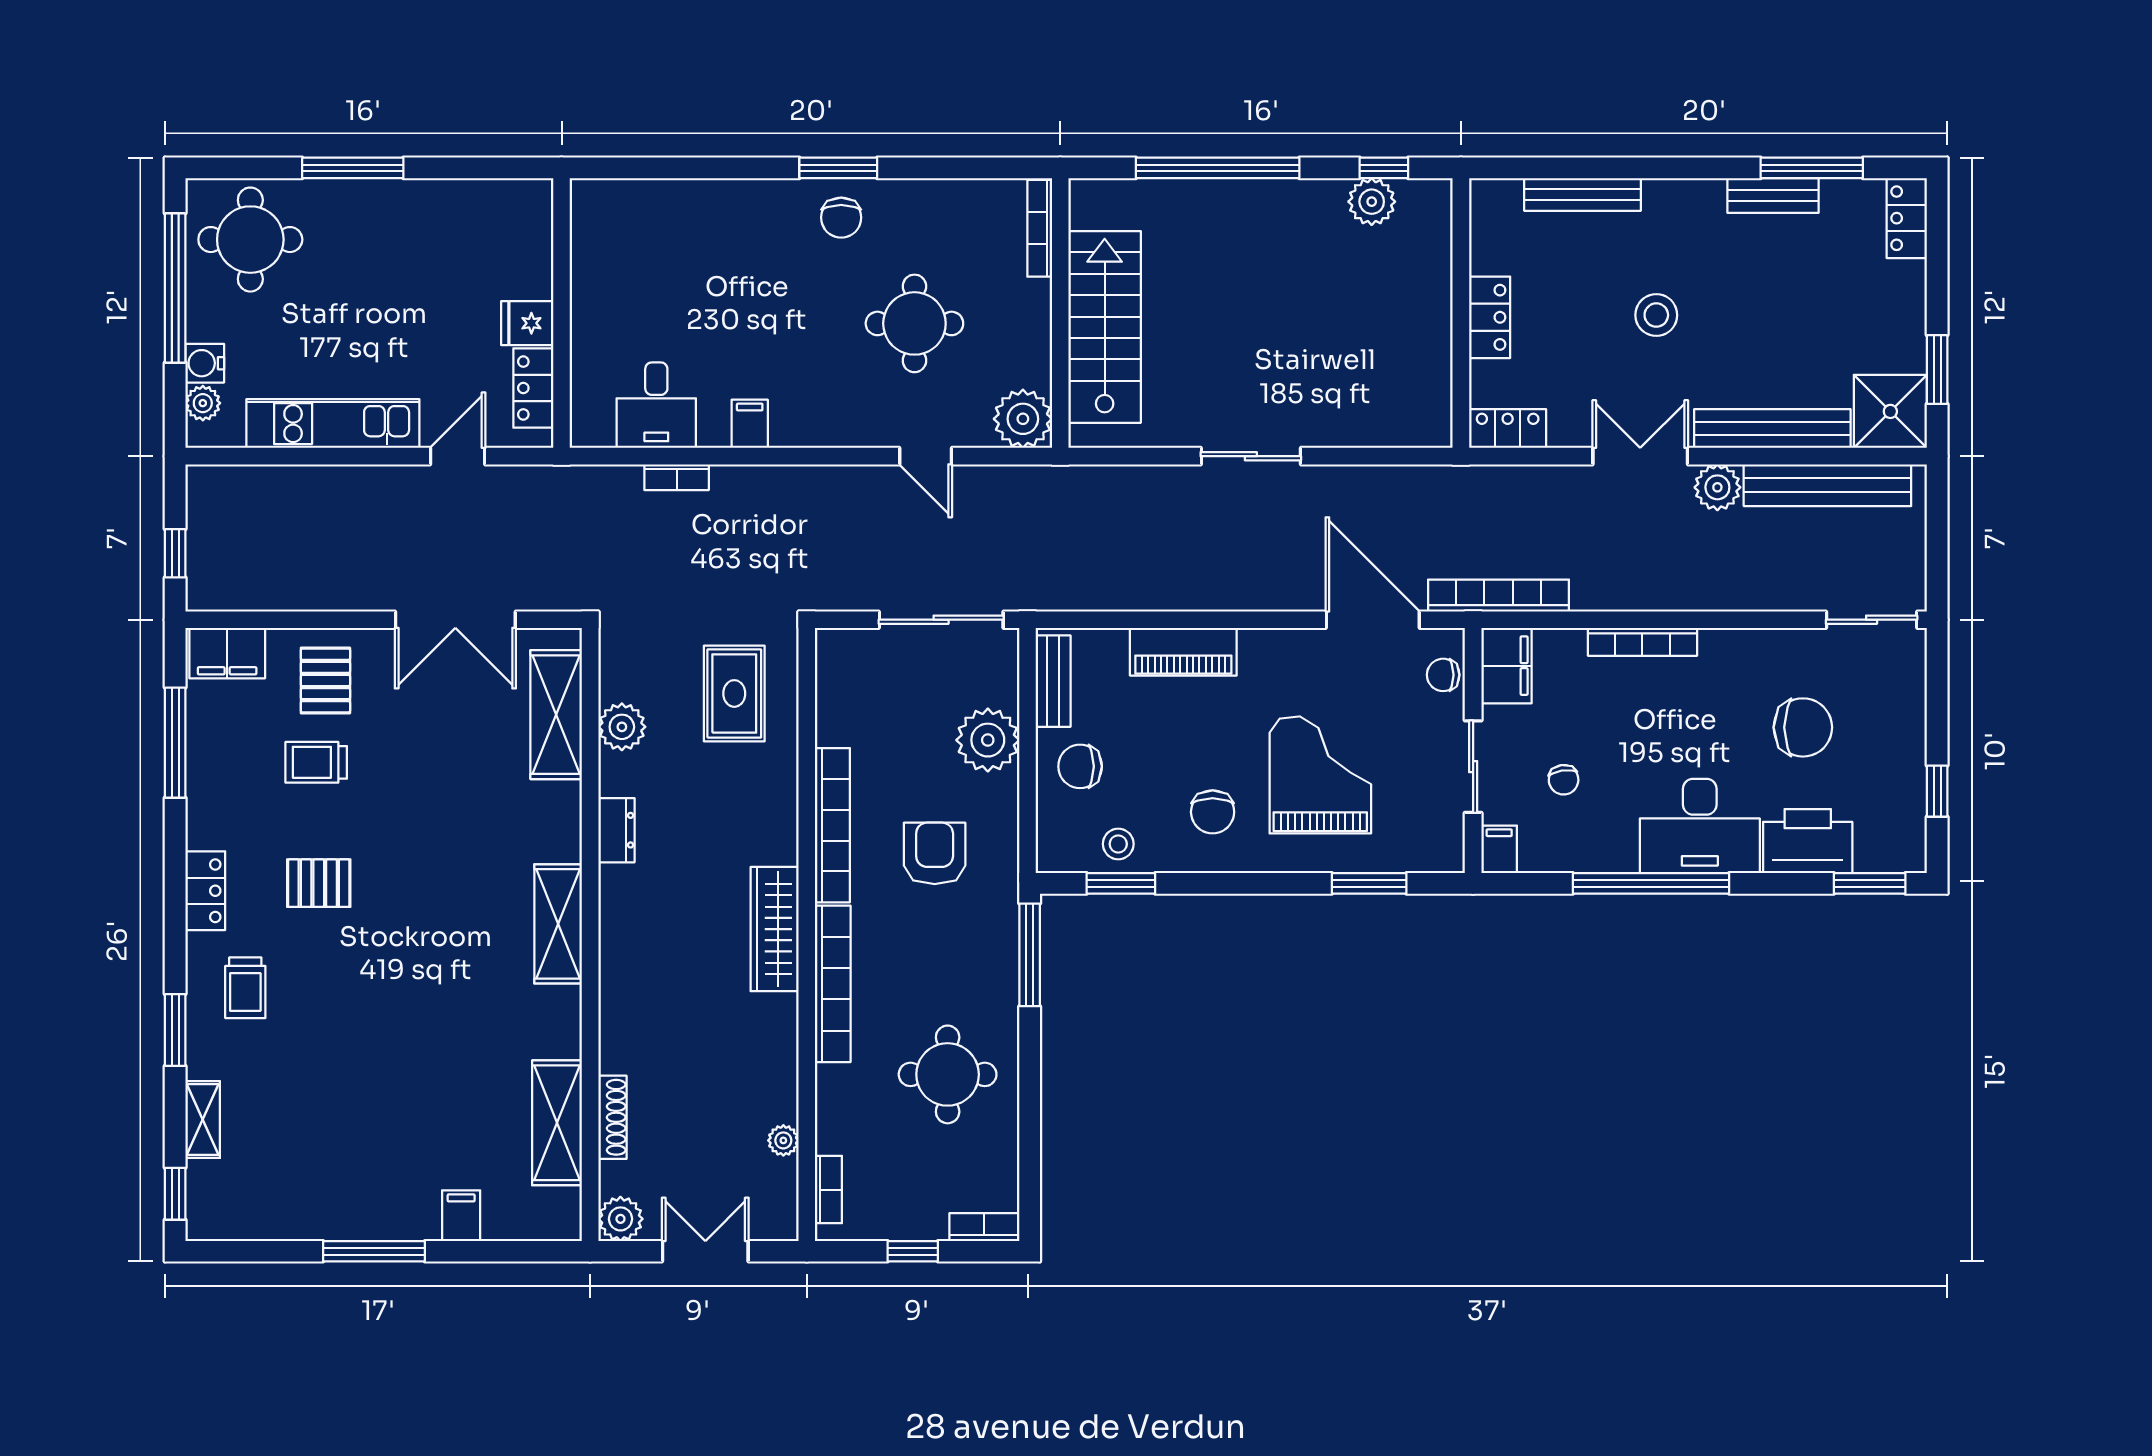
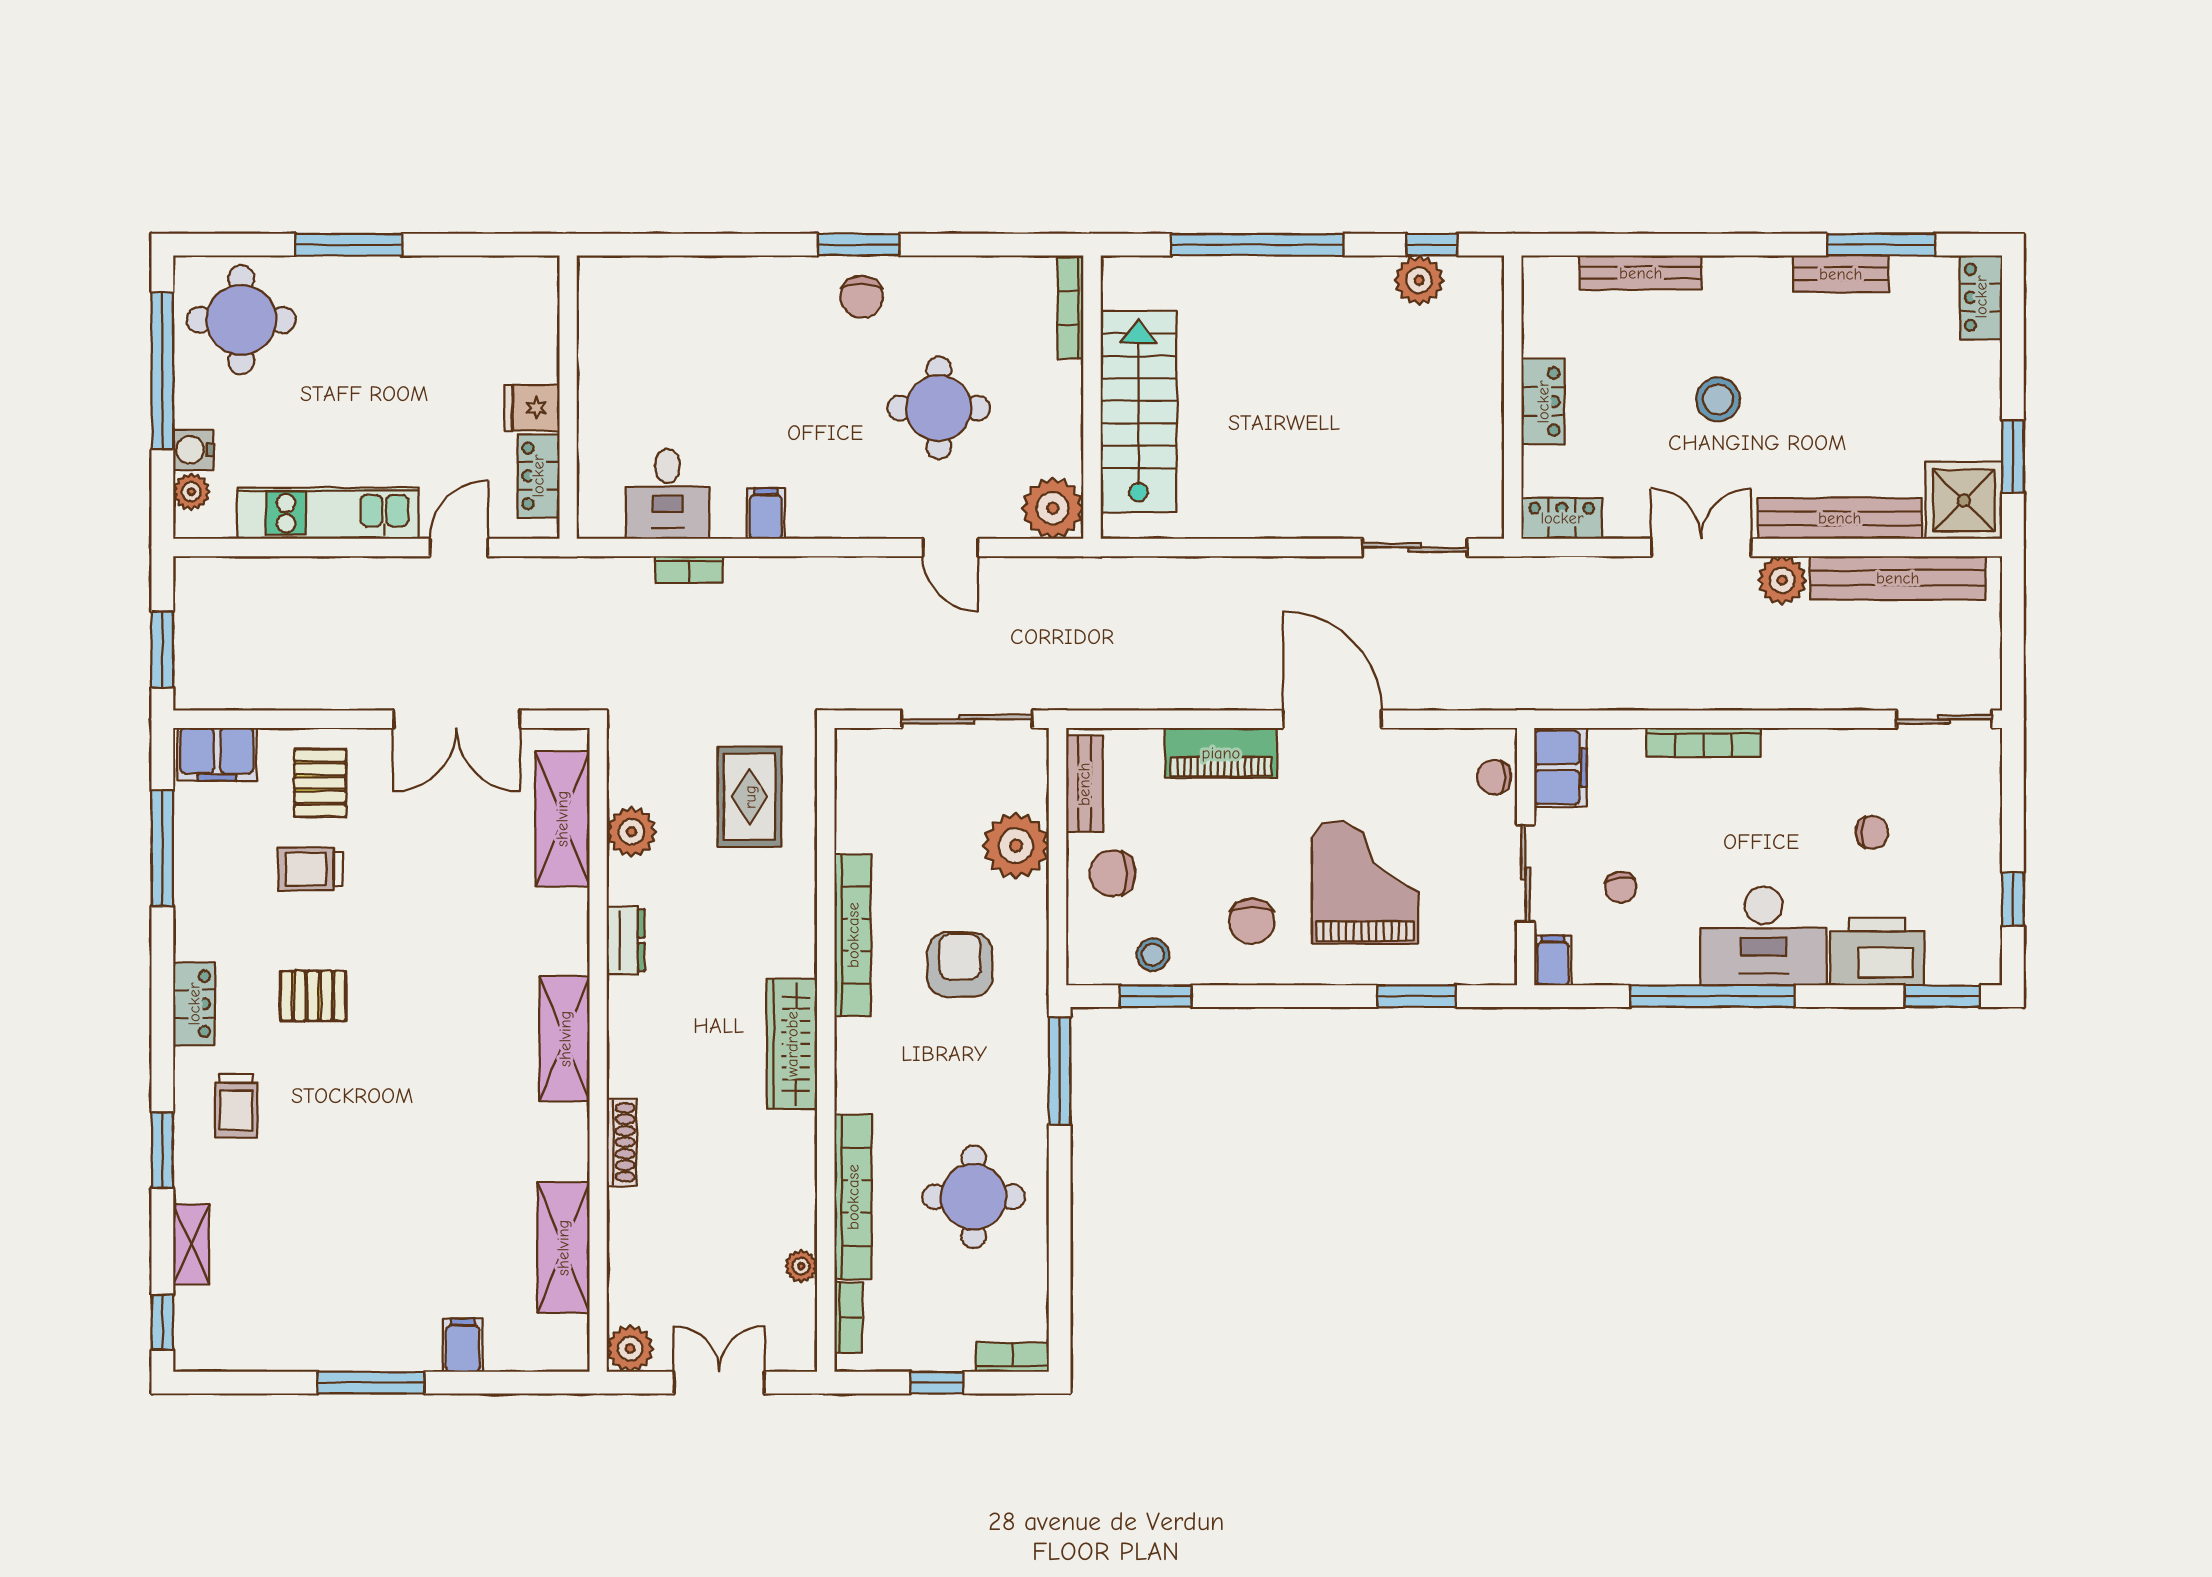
sliding door: (1251, 456) -> (1415, 547), moved
window: (175, 553) -> (162, 649), width x1.50
bookcase: (1499, 596) -> (1552, 694), removed
door: (1373, 620) -> (1332, 719), moved
chair: (1803, 727) -> (1872, 832), width x0.54, depth x0.54
bookcase: (833, 984) -> (853, 1197), moved
shoe rack: (612, 1117) -> (622, 1142), moved

